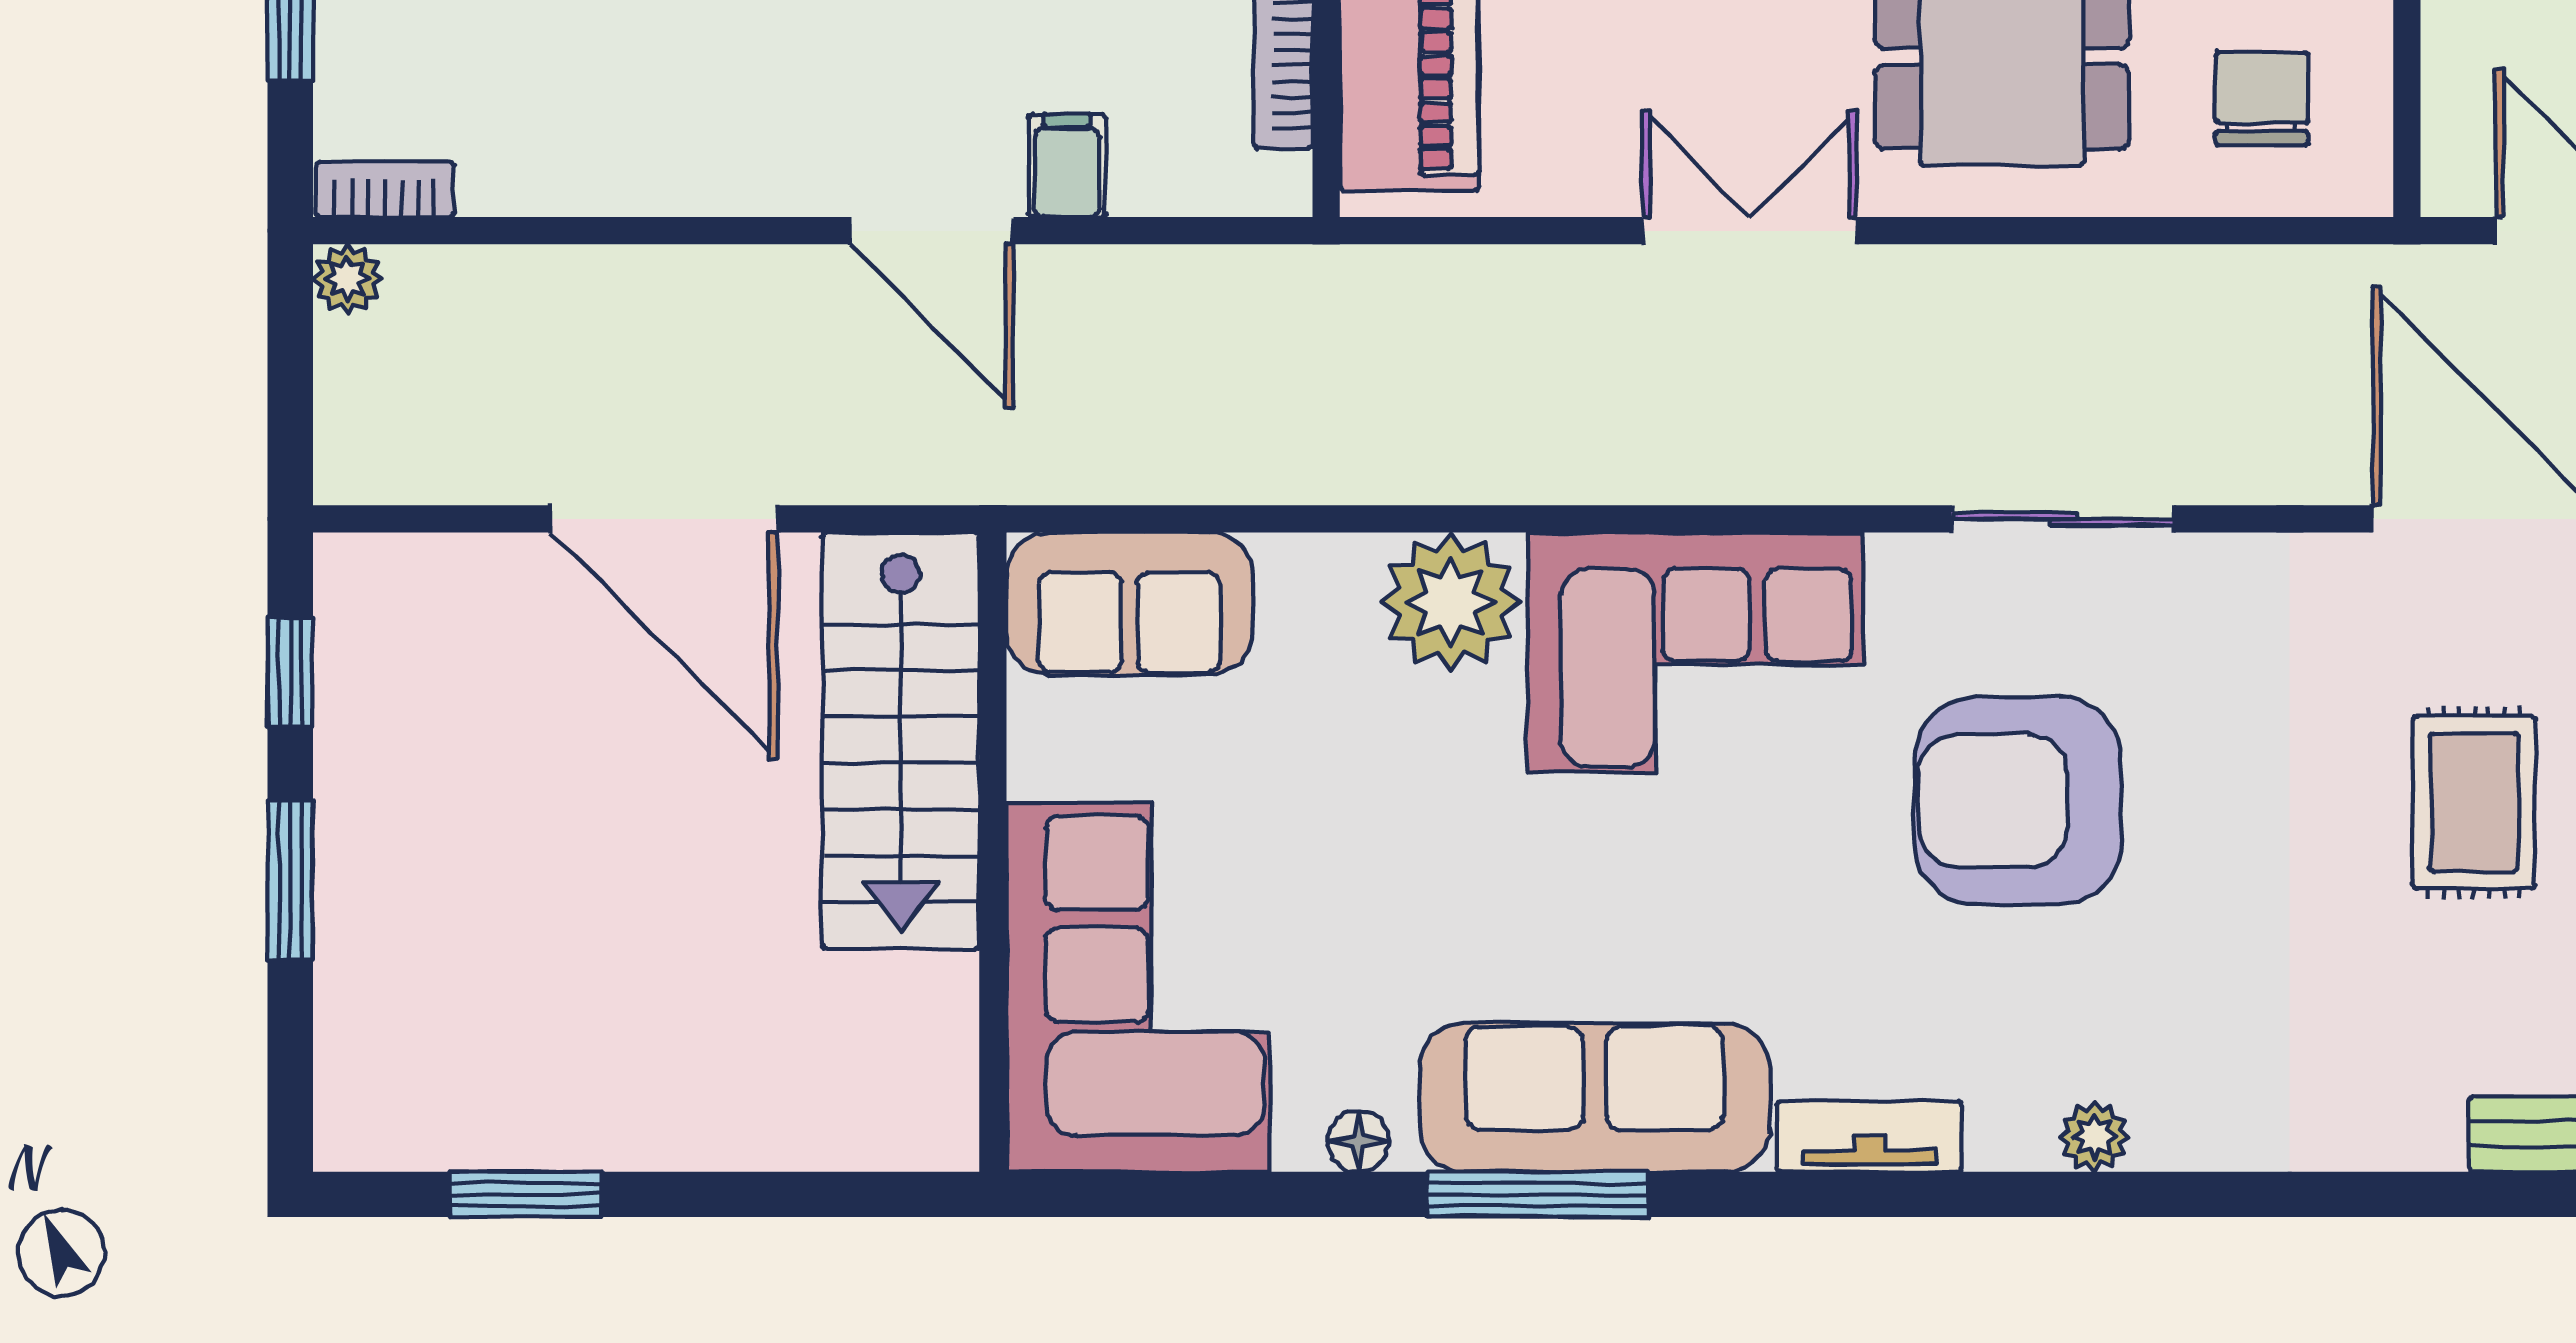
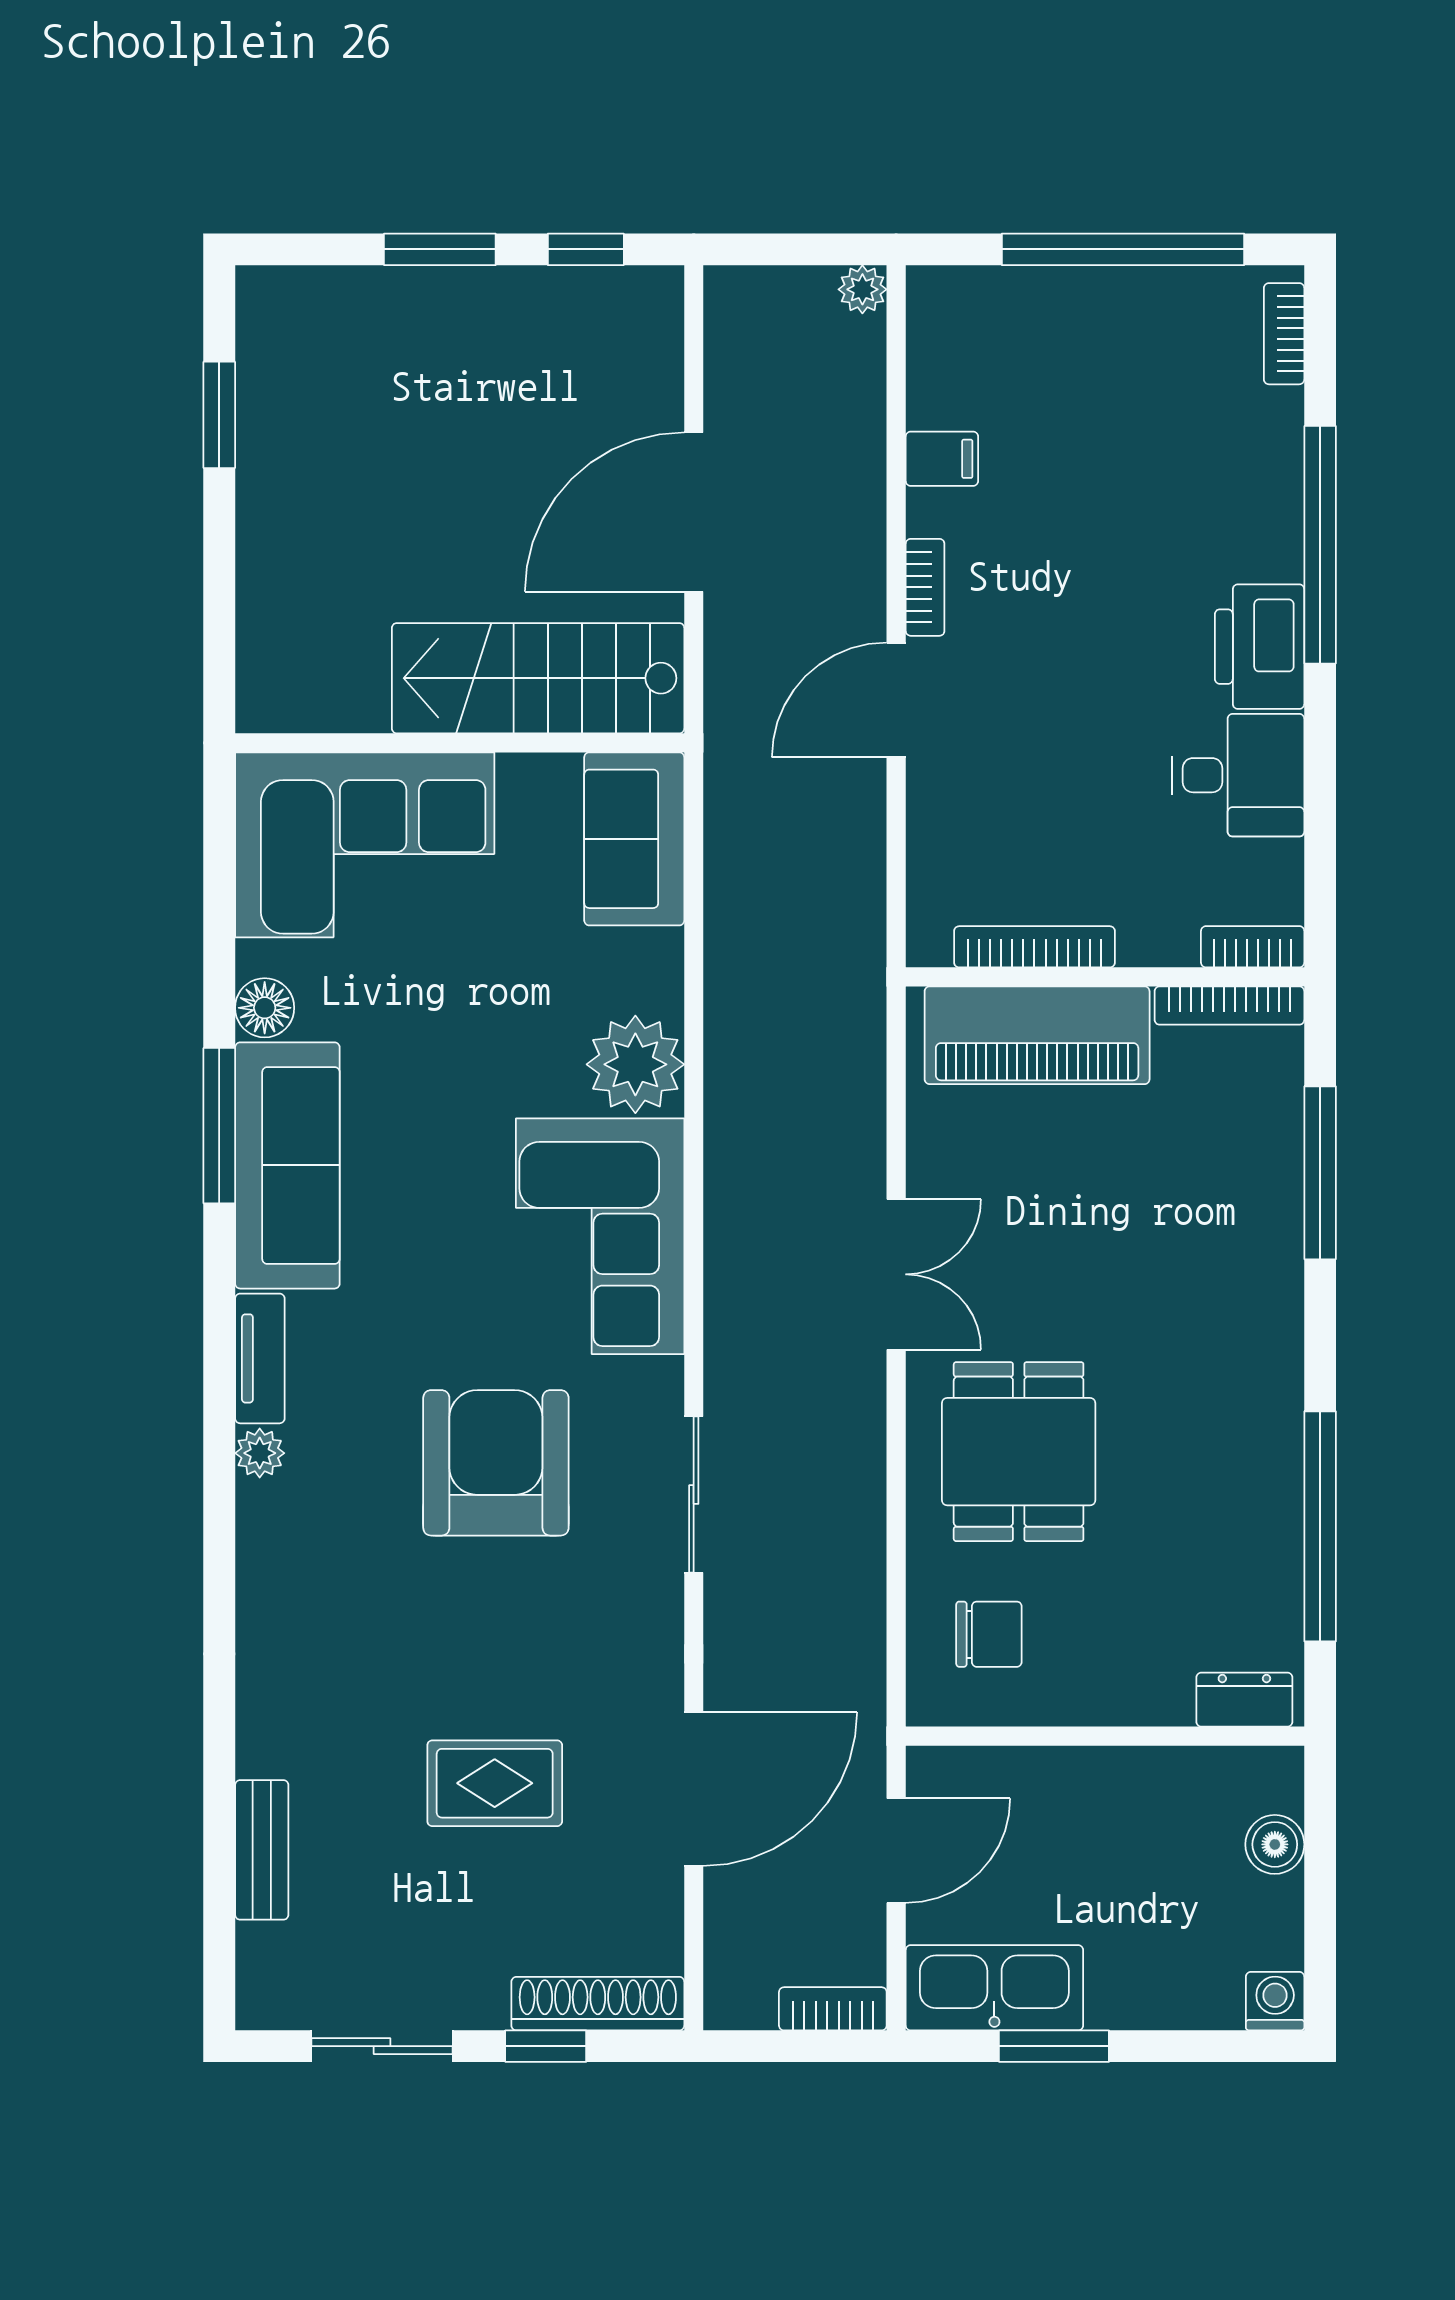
filing cabinet: (1067, 166) -> (942, 459), moved
bookcase: (385, 190) -> (925, 587), moved
plant: (2094, 1137) -> (260, 1453), moved
floor lamp: (1359, 1141) -> (265, 1008), width x1.37, depth x1.37

